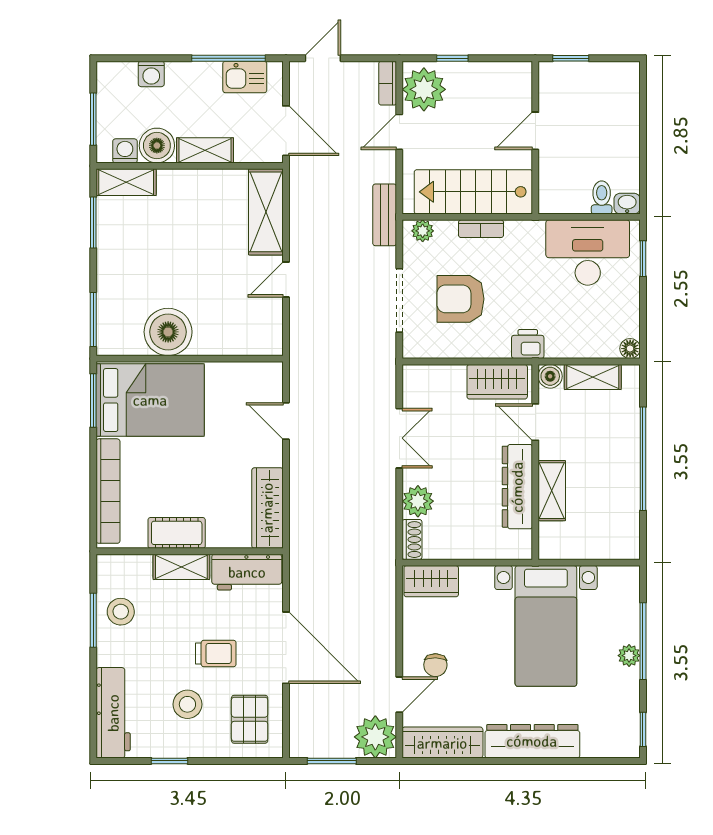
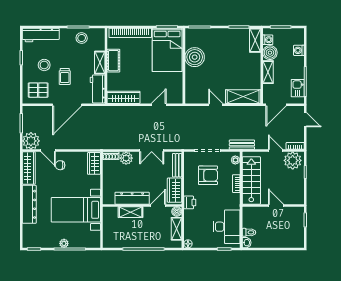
armchair: (460, 299) -> (208, 175), turned 90
bench: (435, 375) -> (177, 165), added

